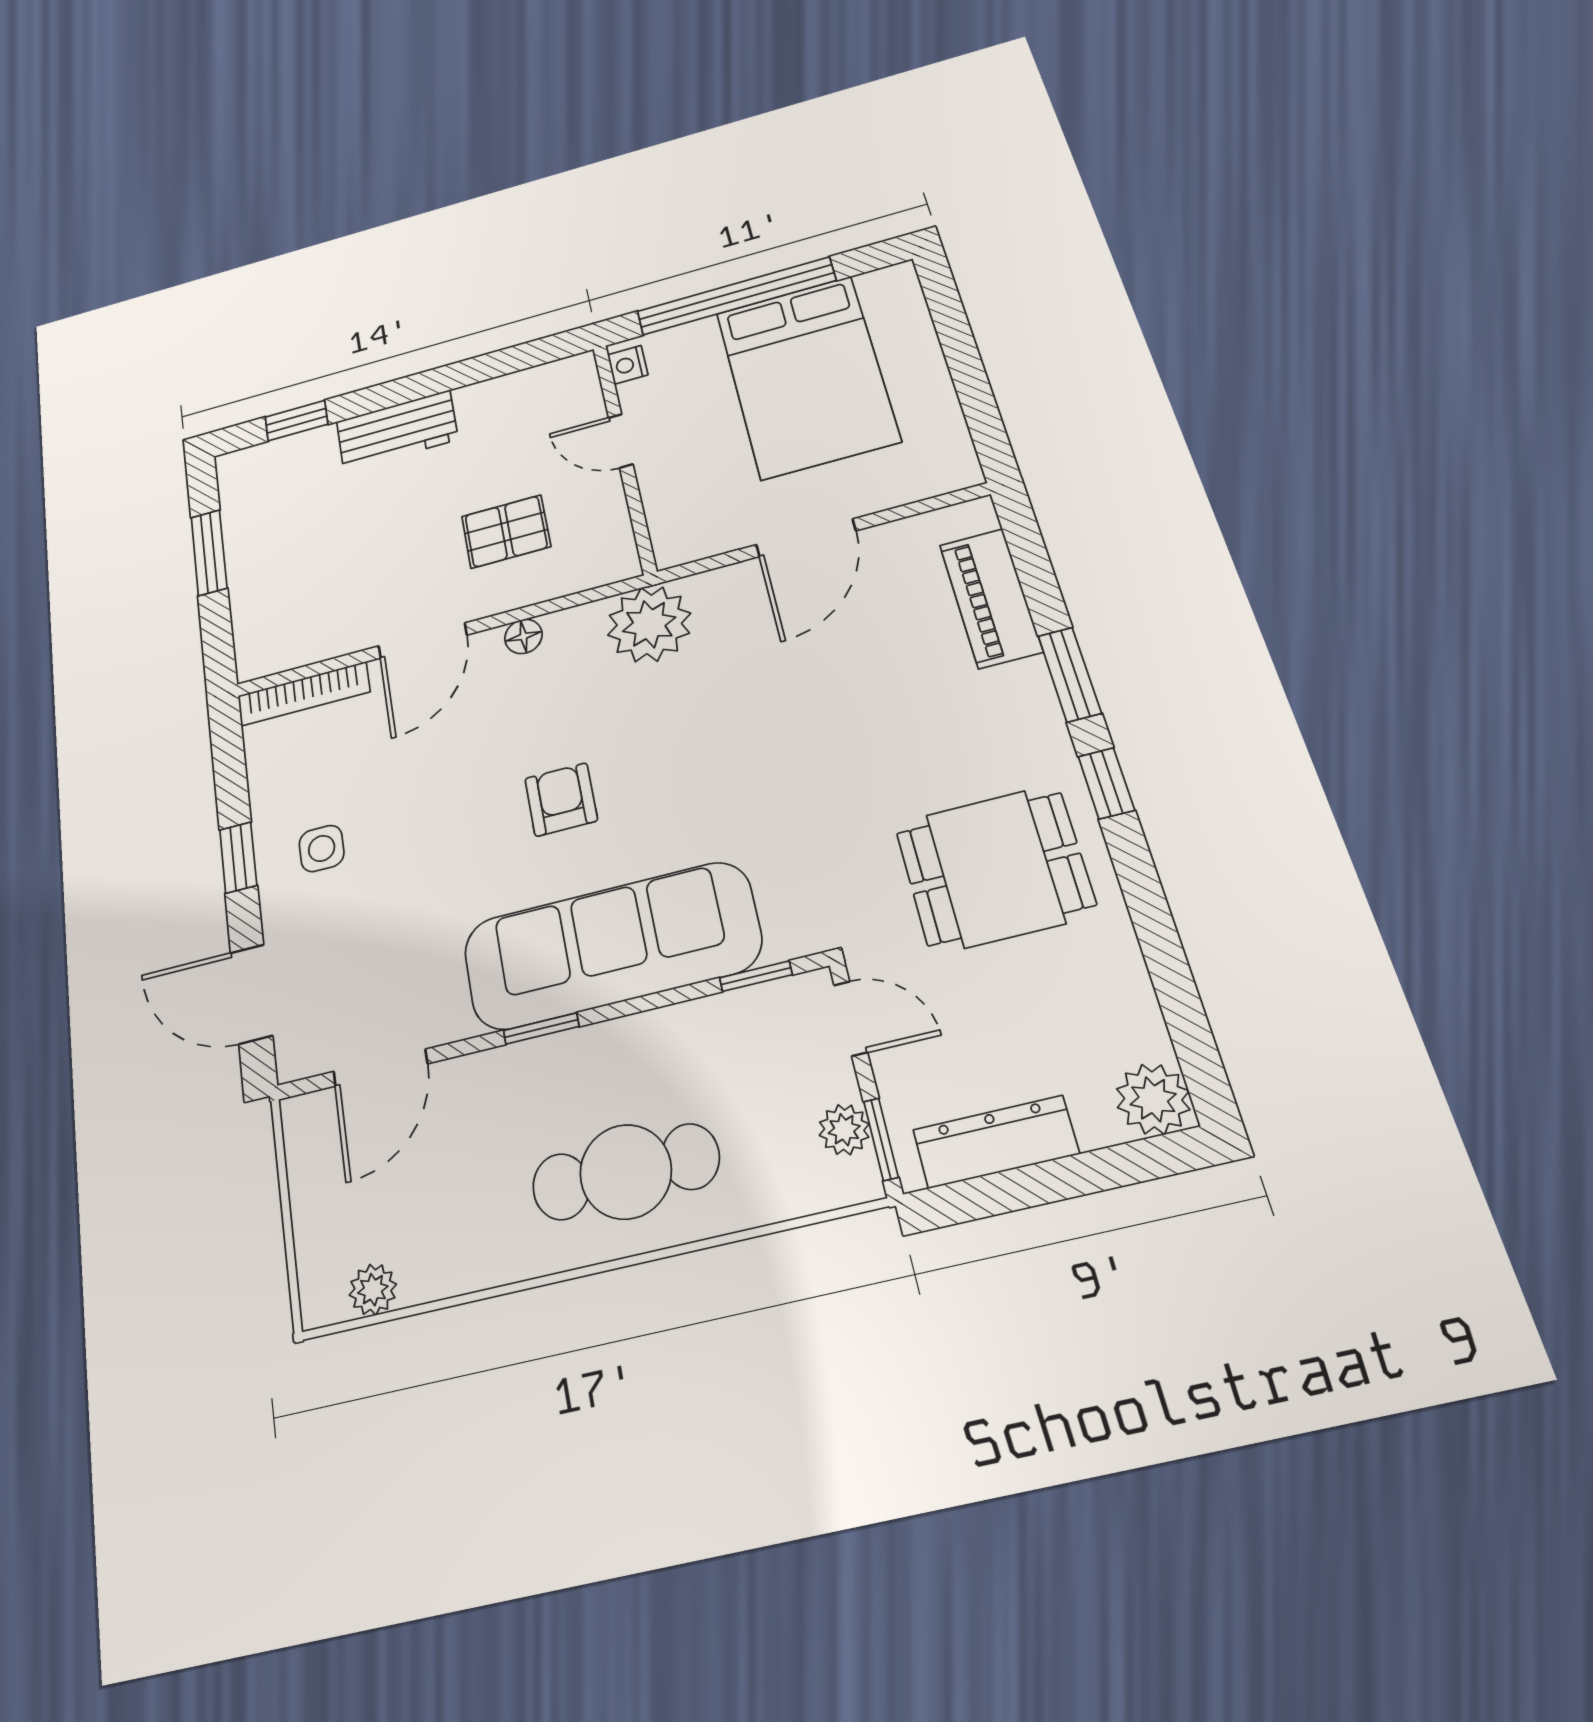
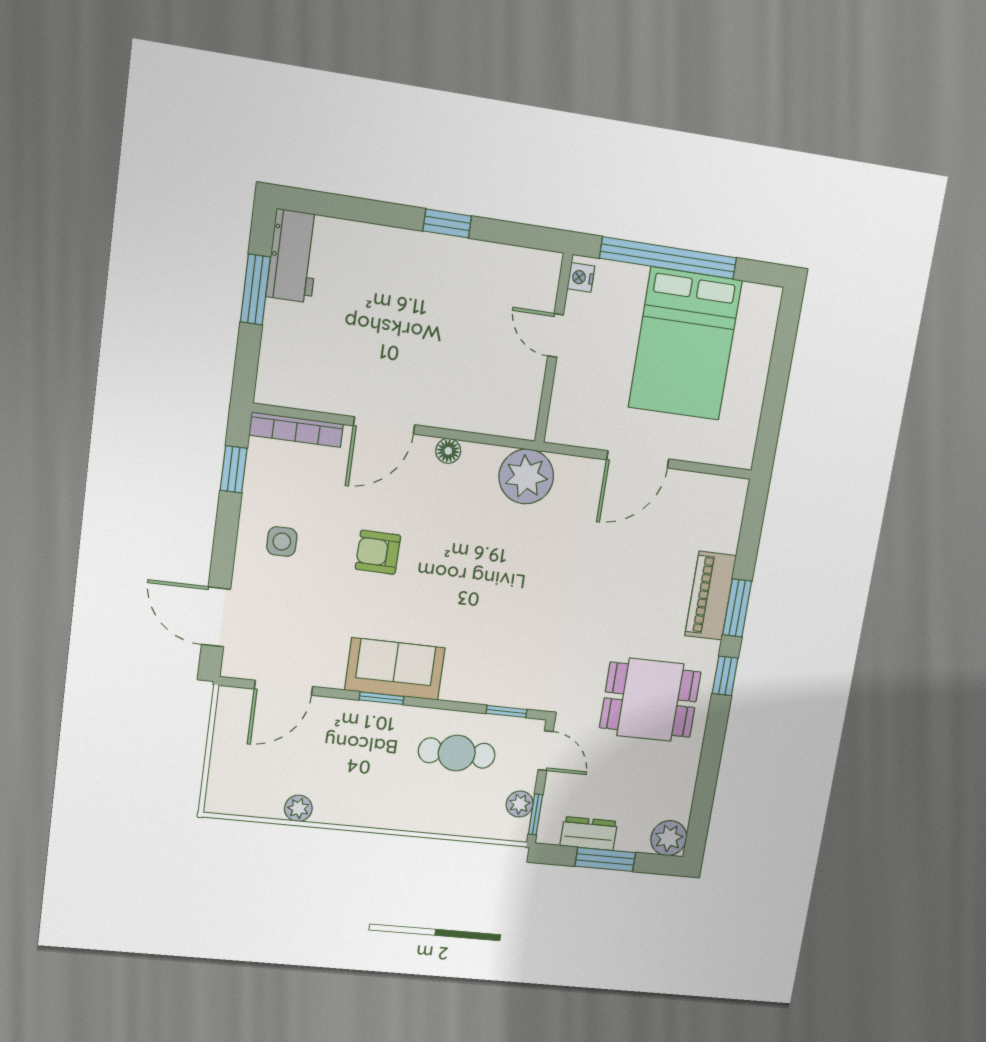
window: (296, 421) -> (447, 223), moved
workbench: (397, 430) -> (294, 256), moved, turned -90
pallet: (506, 532) -> (461, 369), removed
piano: (991, 598) -> (710, 596), moved
armchair: (561, 799) -> (378, 552), moved, turned -89
window: (238, 858) -> (234, 469), moved
sofa: (611, 946) -> (395, 669), width x0.54, depth x0.79
dresser: (996, 1142) -> (589, 834), width x0.70
cafe table: (626, 1172) -> (457, 753), moved, width x0.73, depth x0.74
window: (1050, 1181) -> (605, 859), added
plant: (373, 1290) -> (298, 808), moved

